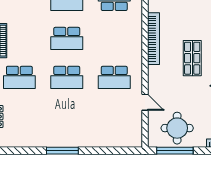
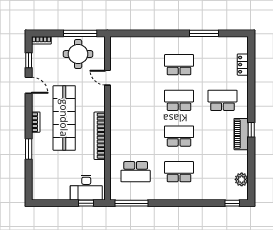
shop shelf: (192, 58) -> (64, 118), width x2.00, depth x1.36
school desk: (114, 77) -> (179, 65), moved
window: (62, 151) -> (204, 33), moved

